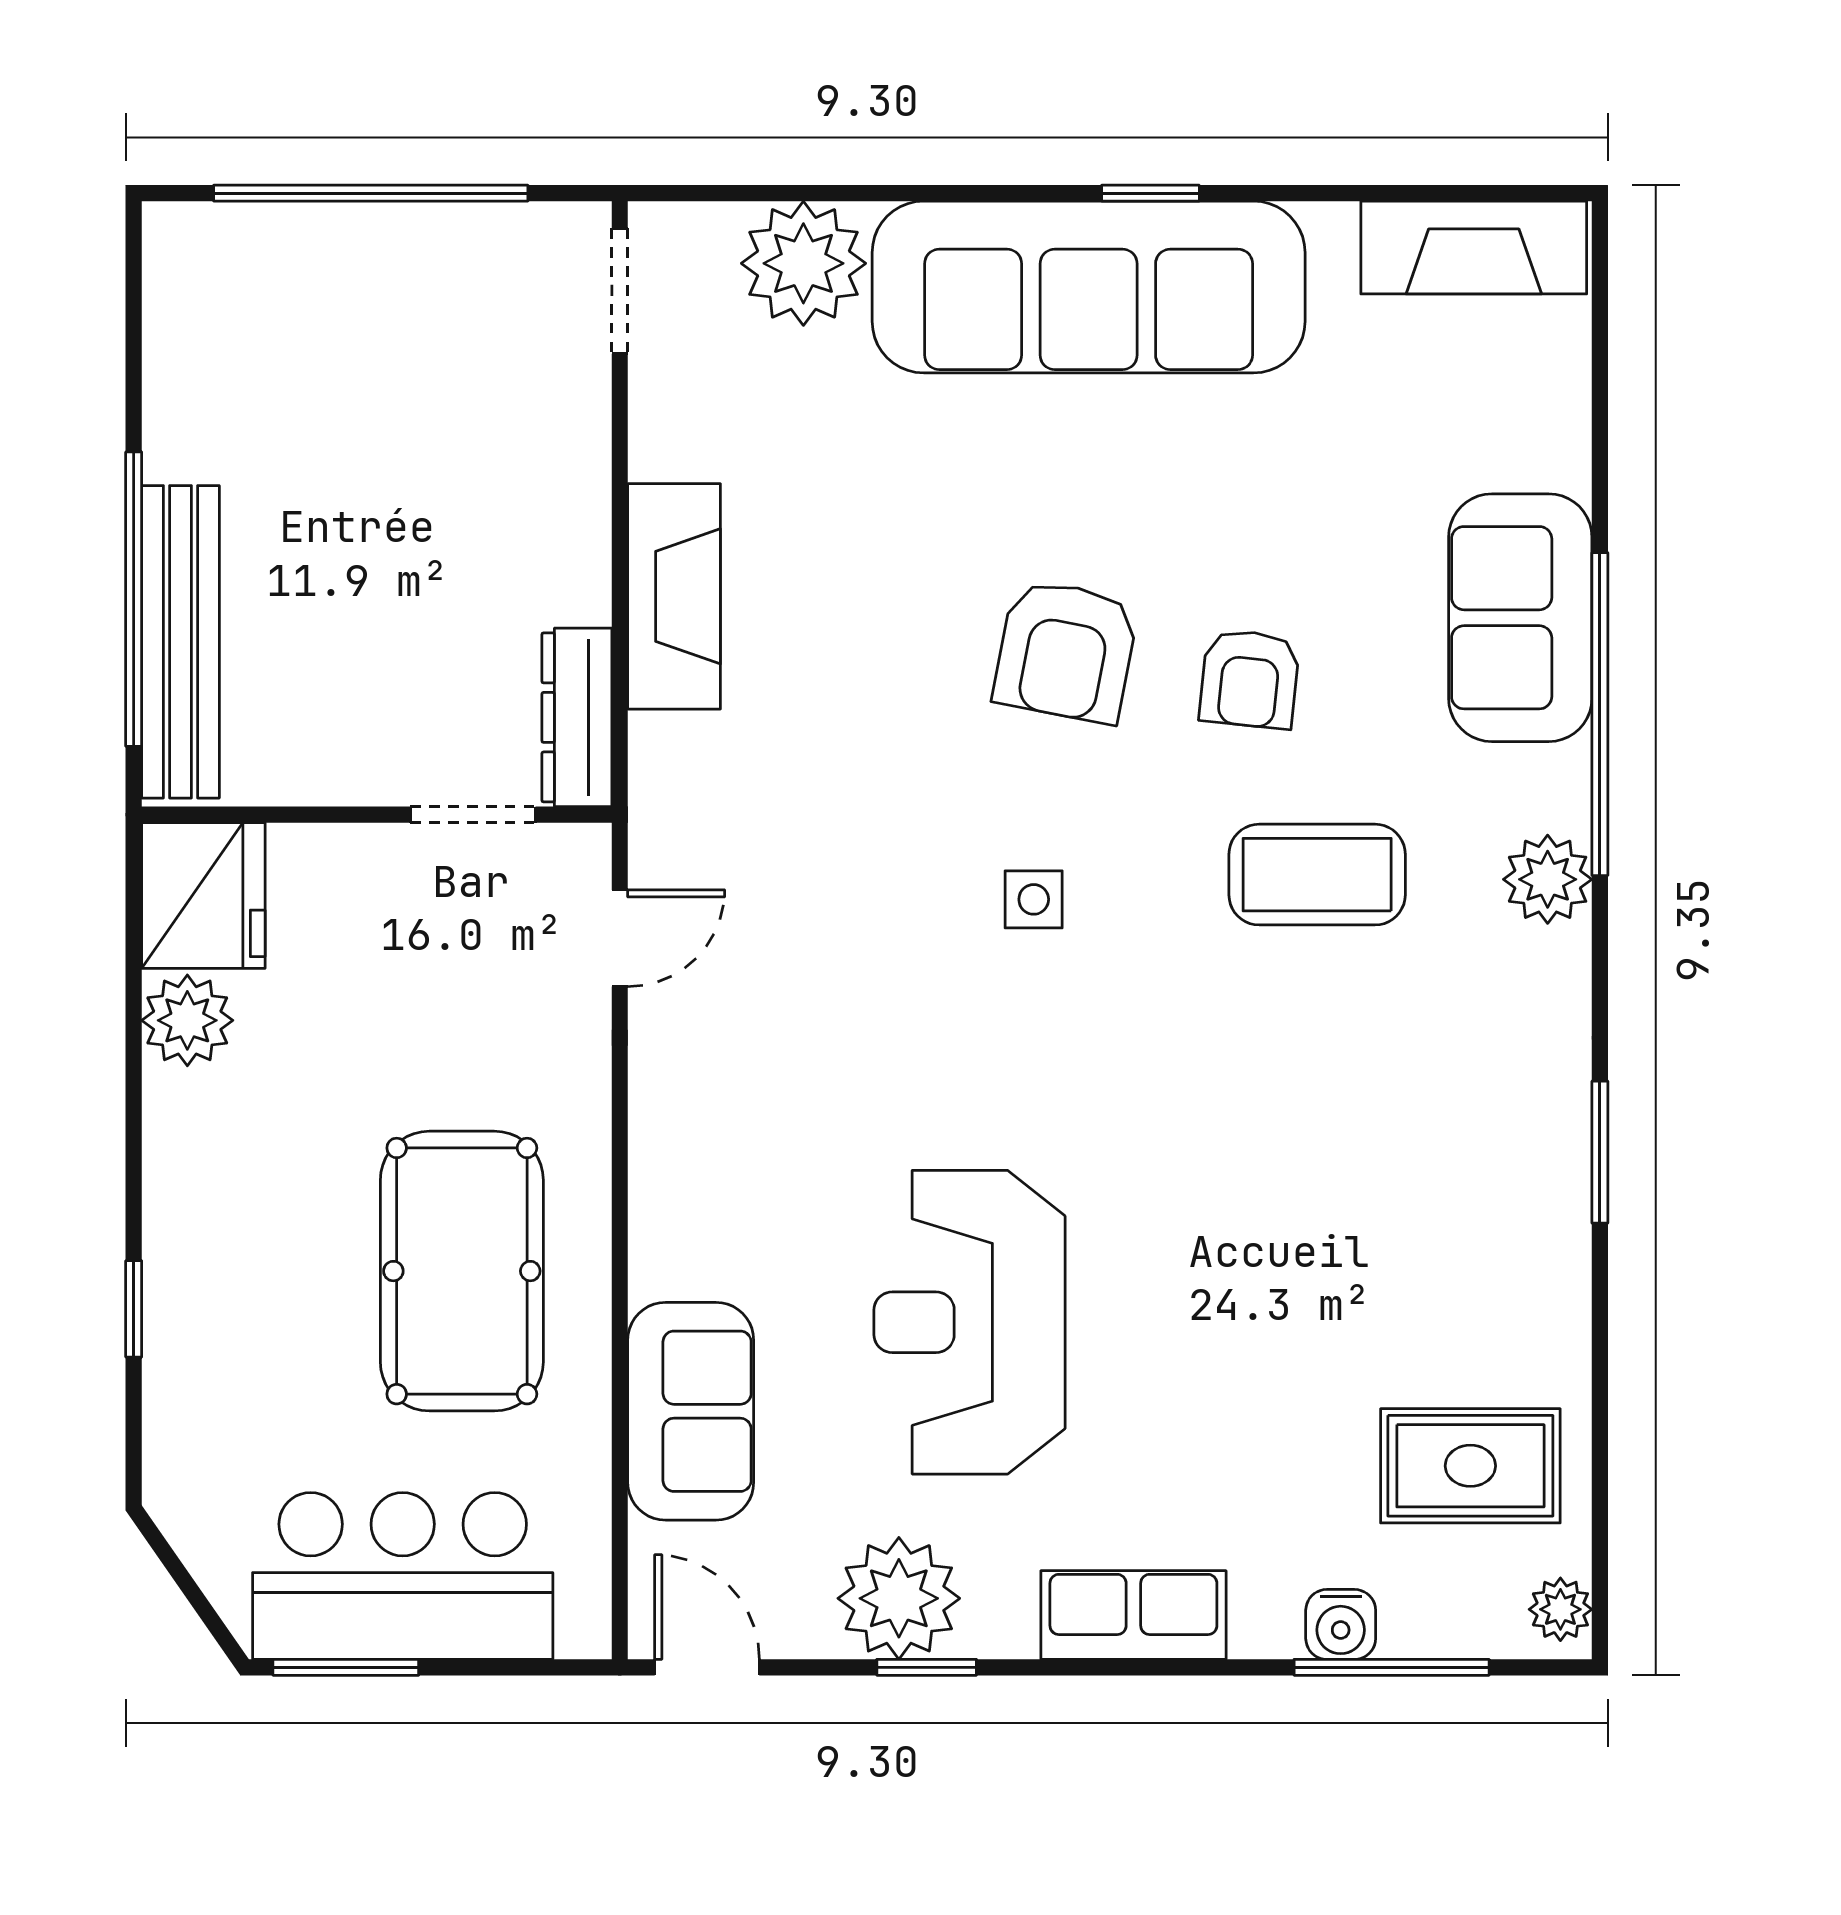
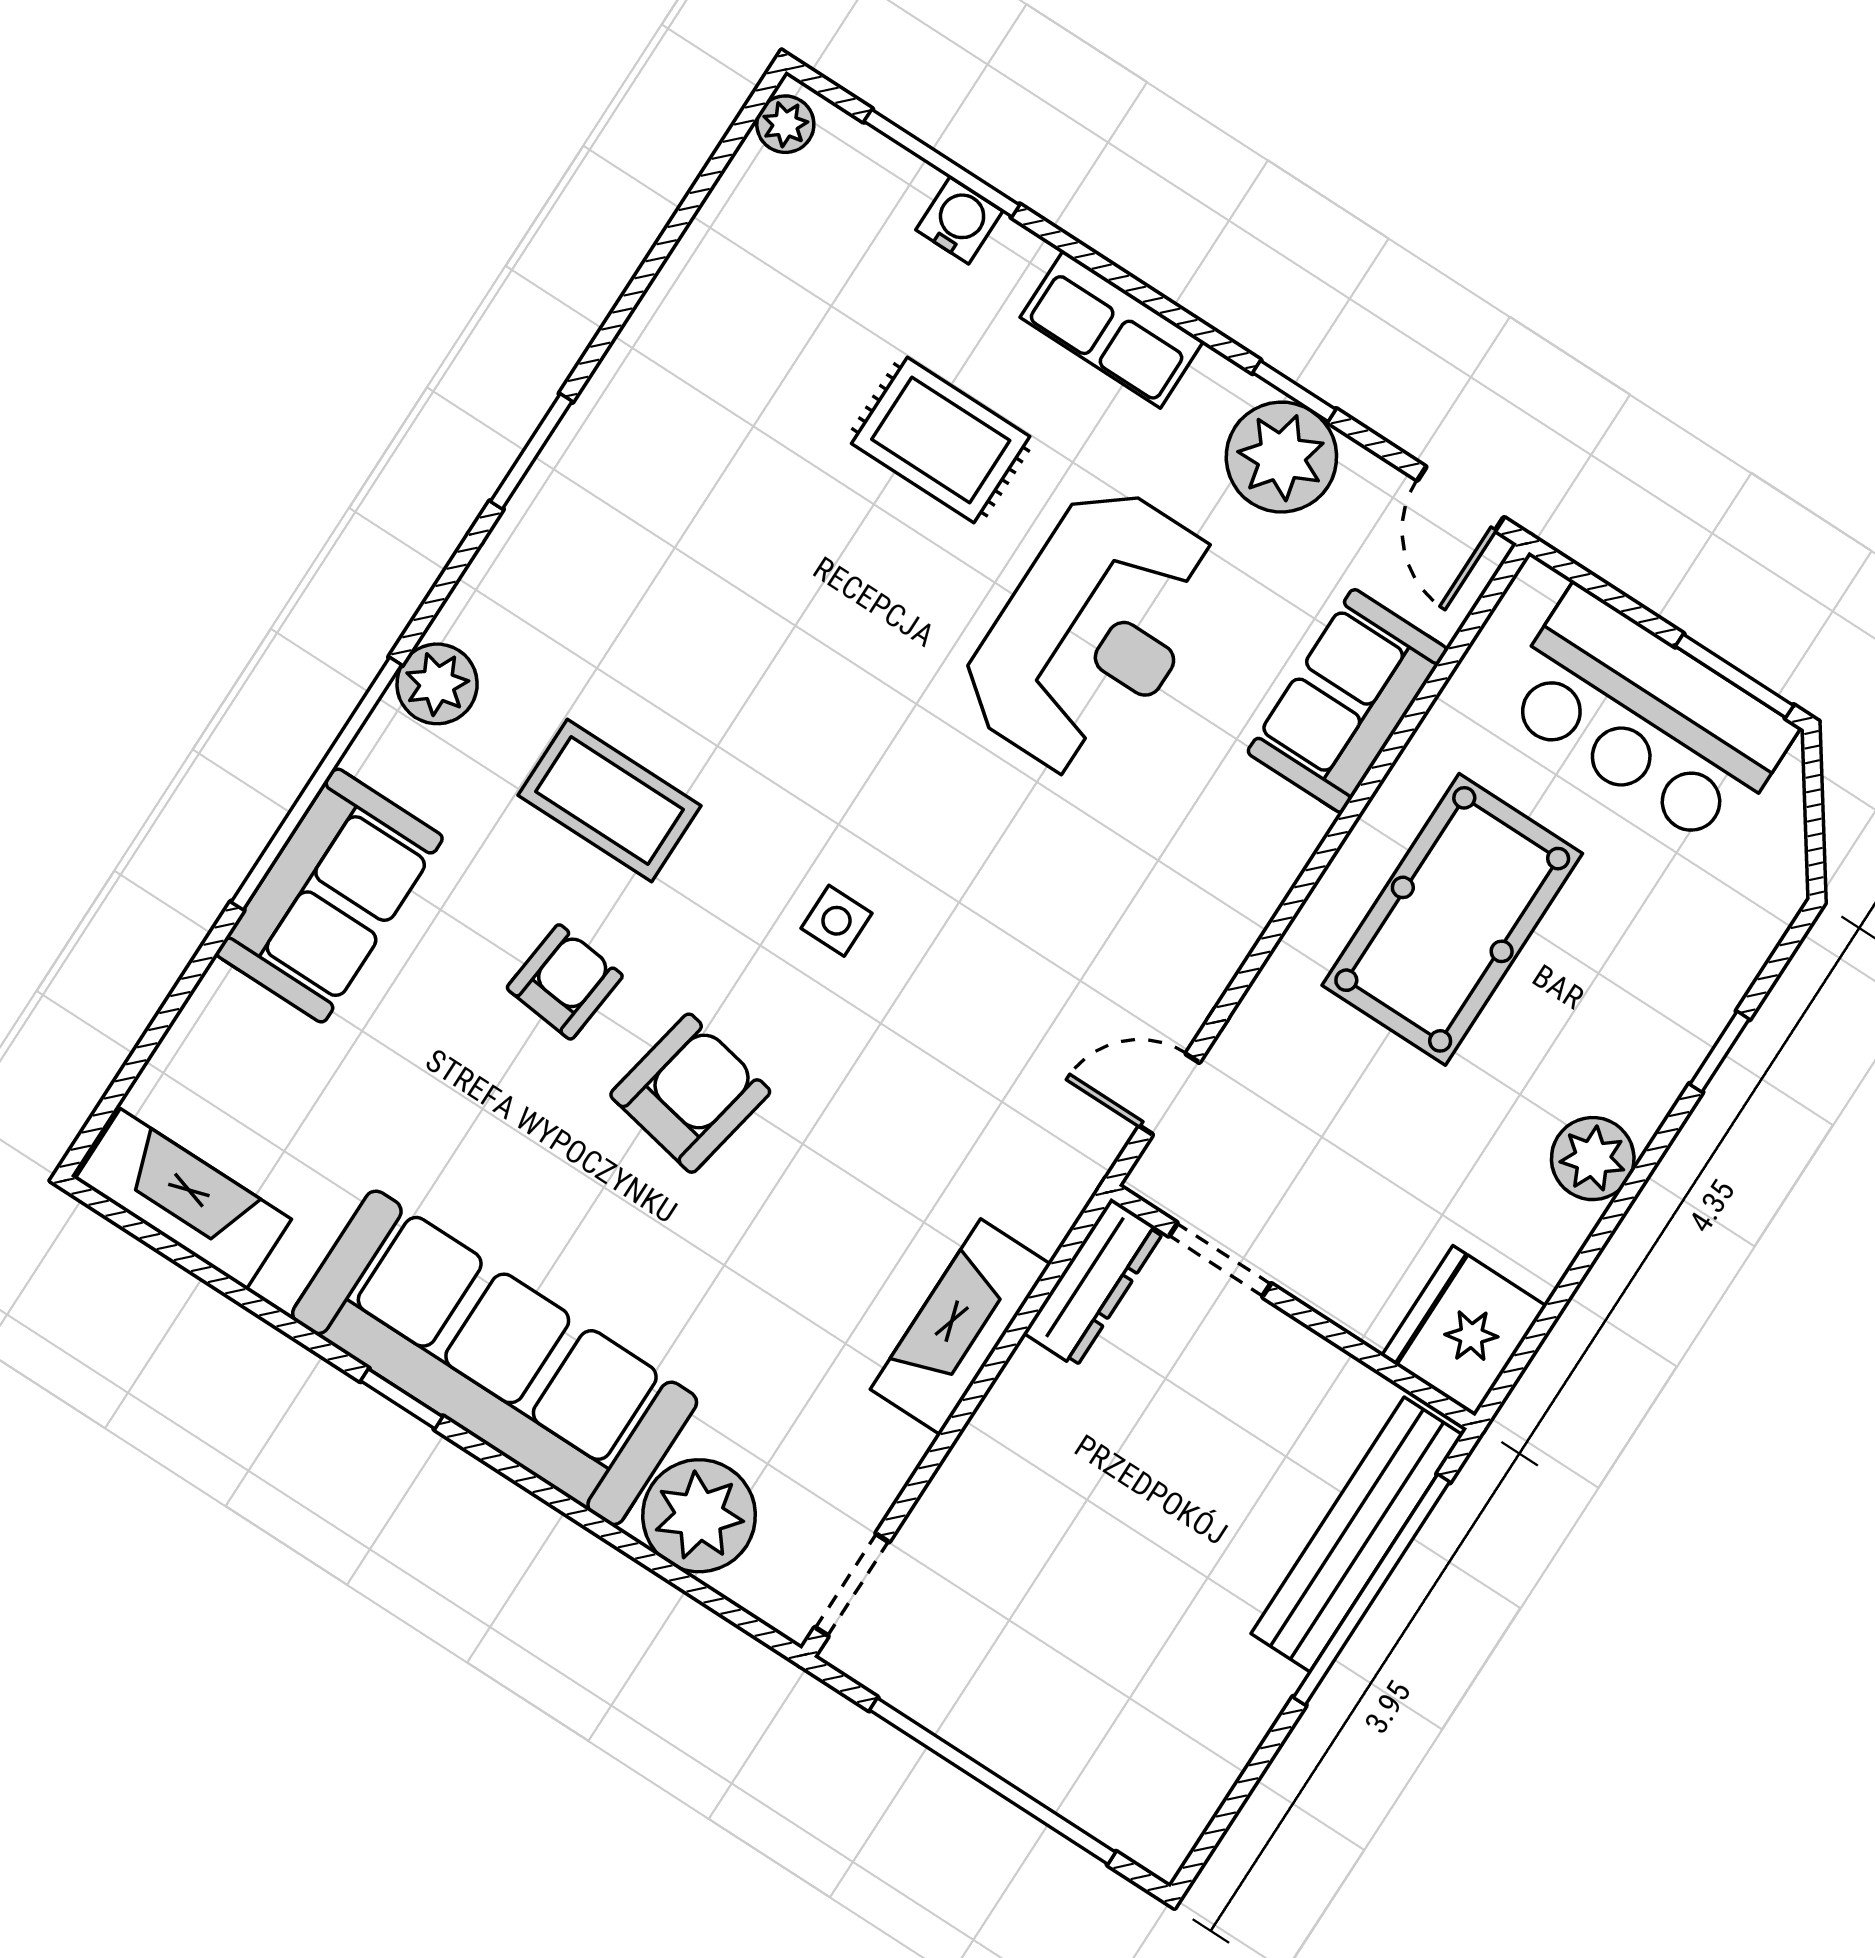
plant: (187, 1020) -> (1593, 1159), moved
rug: (1470, 1466) -> (941, 440), moved

